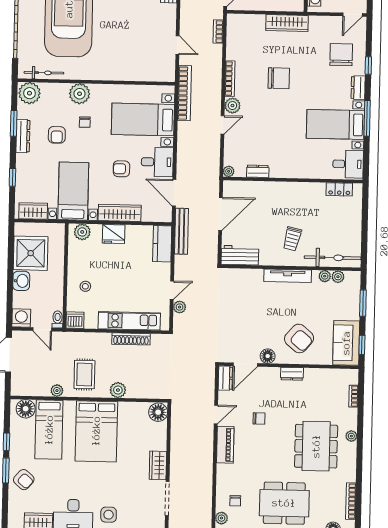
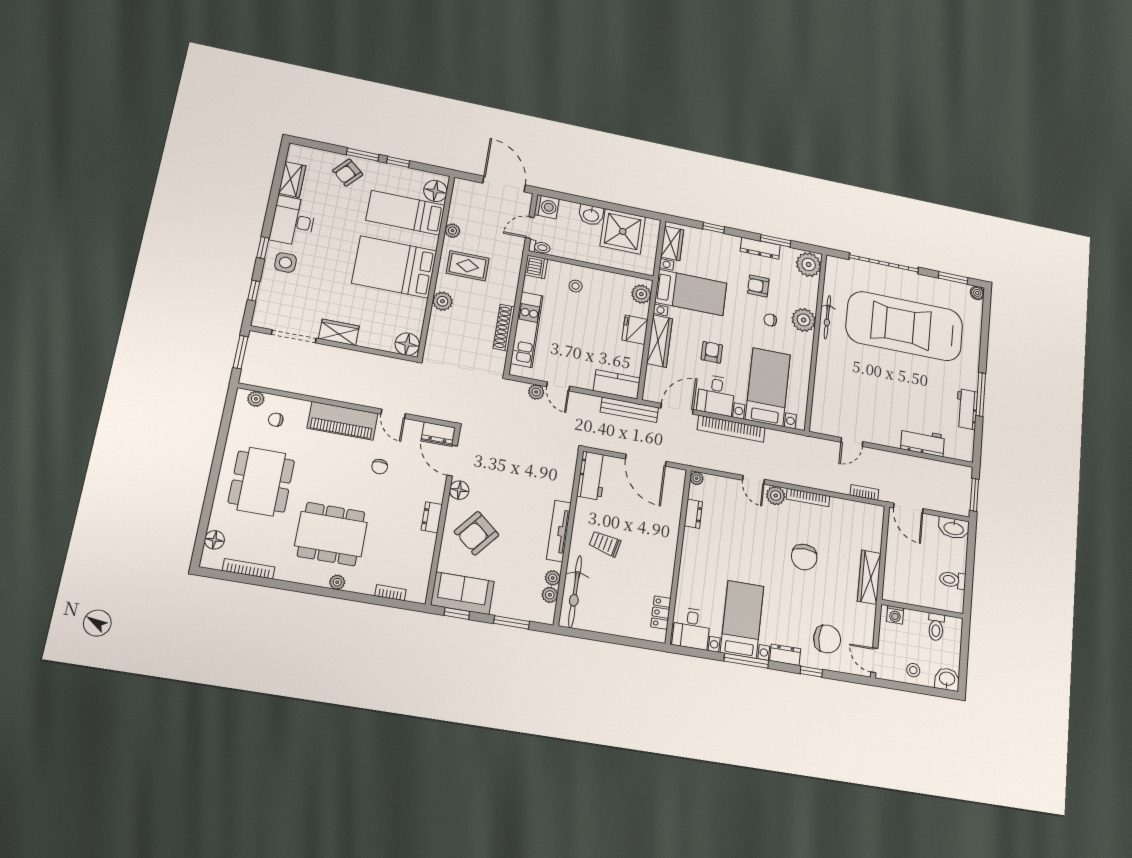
bicycle: (44, 73) -> (827, 317), moved
bookcase: (184, 93) -> (731, 429), moved
piano: (225, 445) -> (343, 421), width x1.37, depth x1.33

